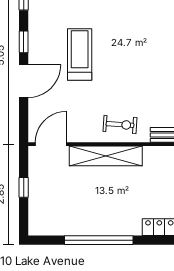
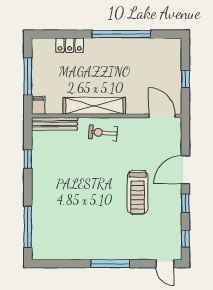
door: (51, 144) -> (162, 116), swing flipped
shelving: (106, 156) -> (94, 106), moved

